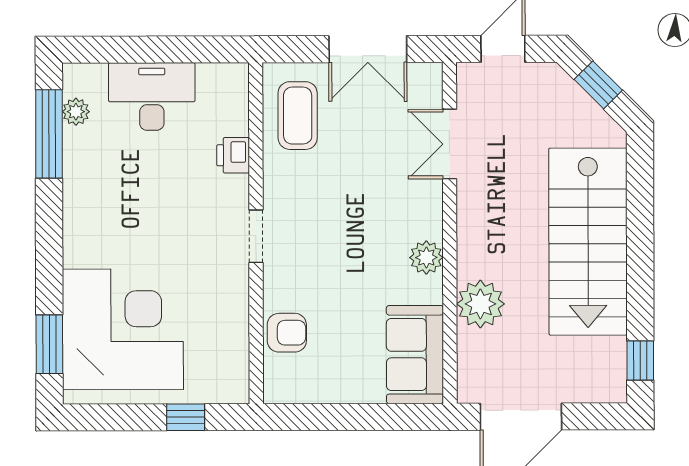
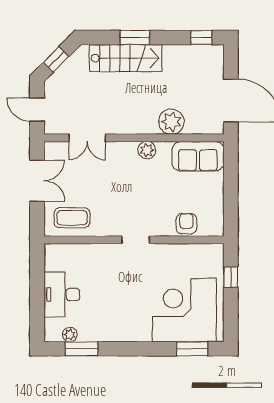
window: (49, 134) -> (81, 349), width x0.69
printer: (233, 155) -> (93, 252), removed
window: (640, 234) -> (135, 38), added
stairs: (588, 242) -> (126, 58), width x0.73, depth x0.66

